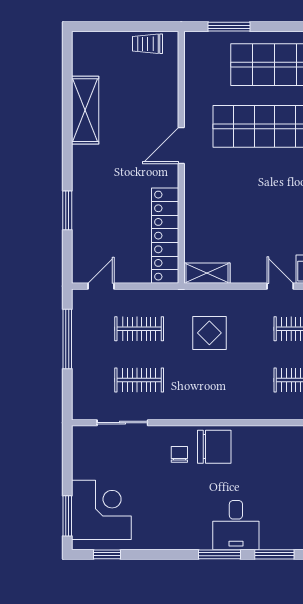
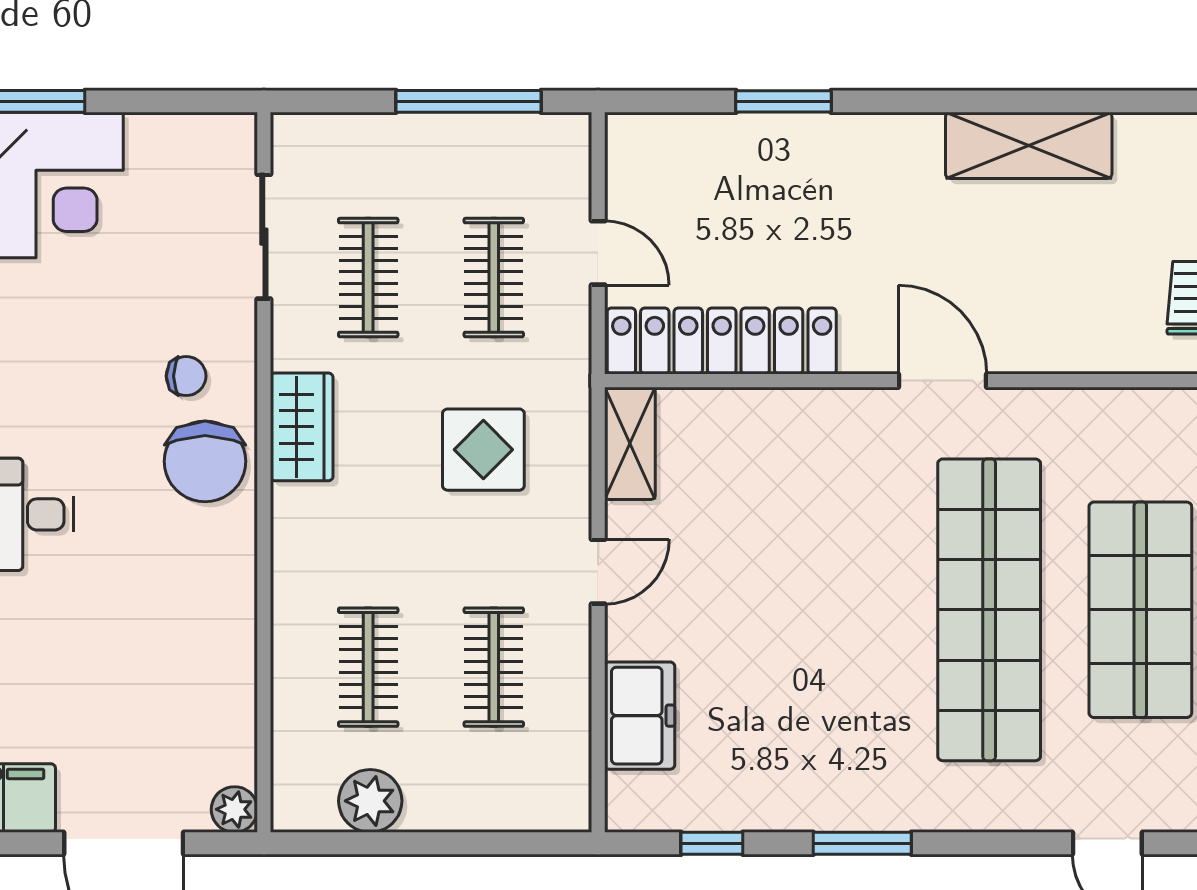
door: (101, 286) -> (598, 253), moved
door: (280, 286) -> (598, 572), moved
wardrobe: (200, 407) -> (302, 427), added

